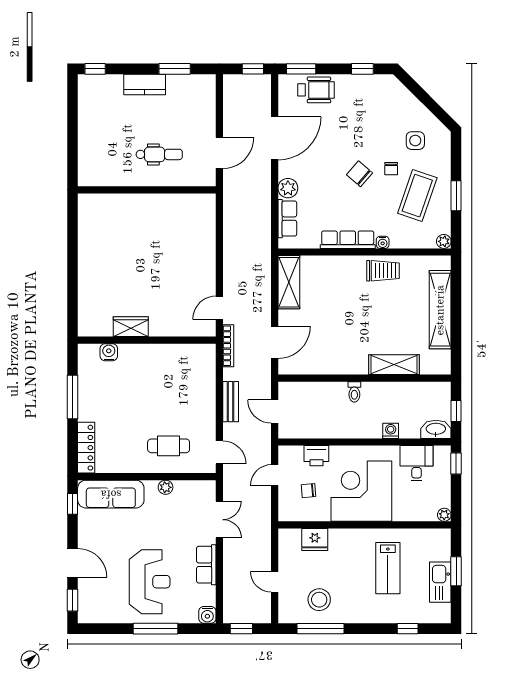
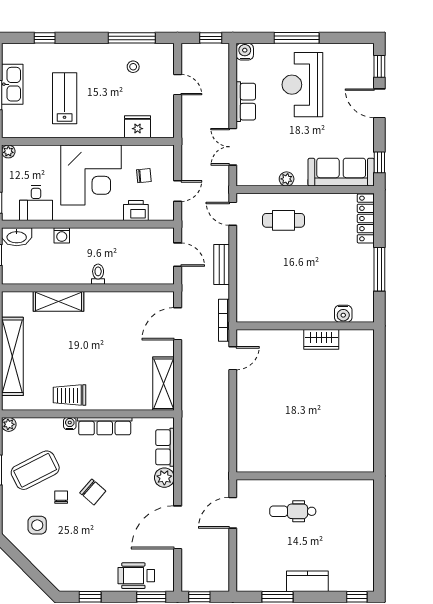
coffee table: (417, 196) -> (35, 470), turned 44
stool: (319, 600) -> (133, 67), width x0.53, depth x0.53

